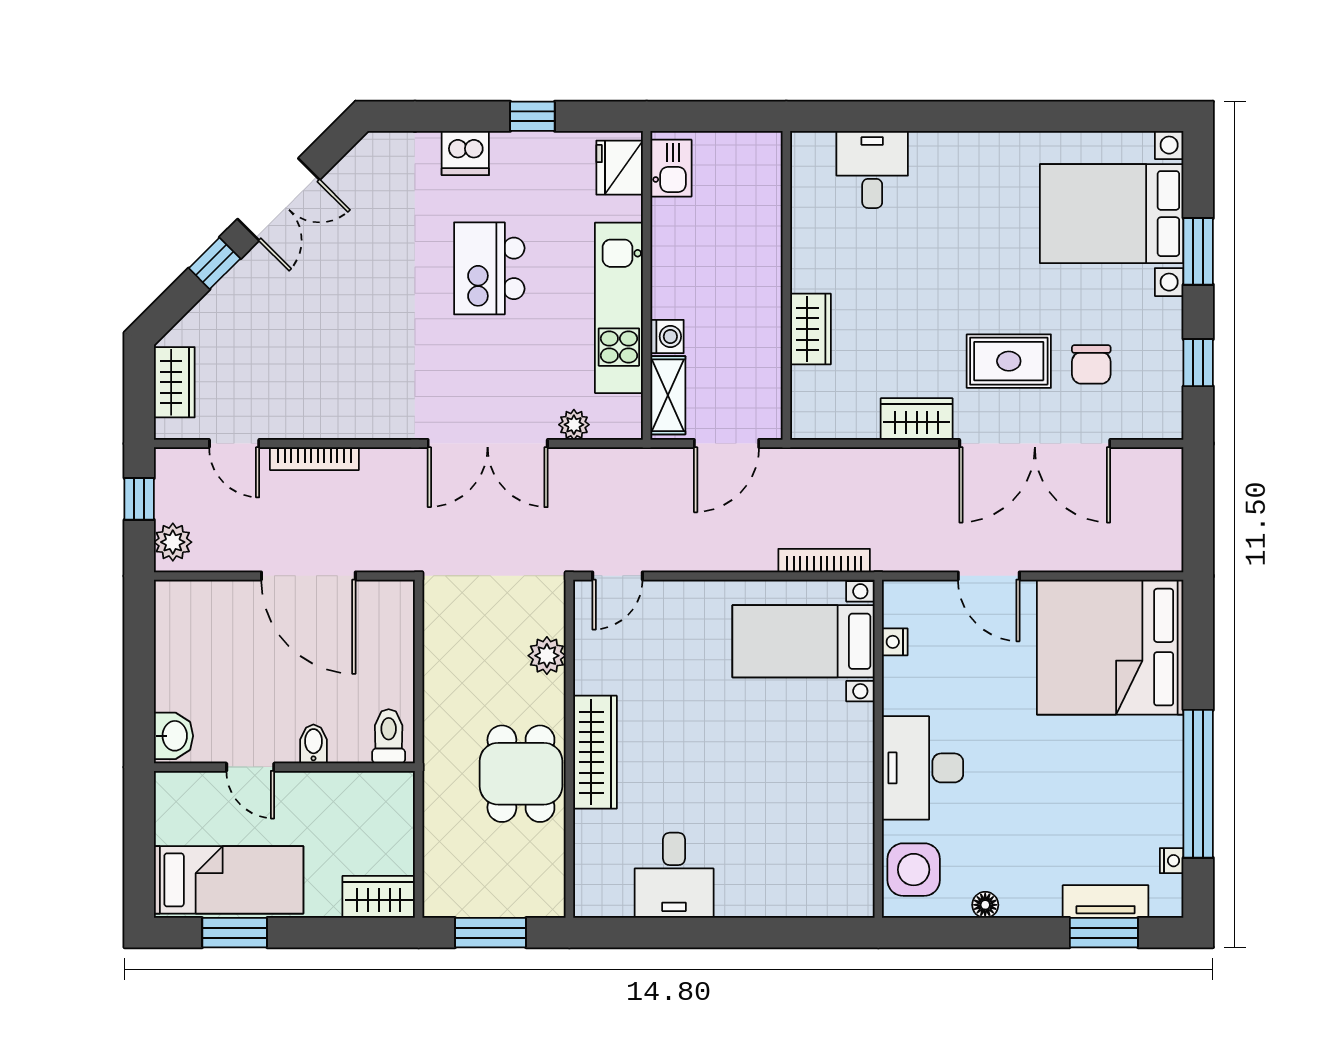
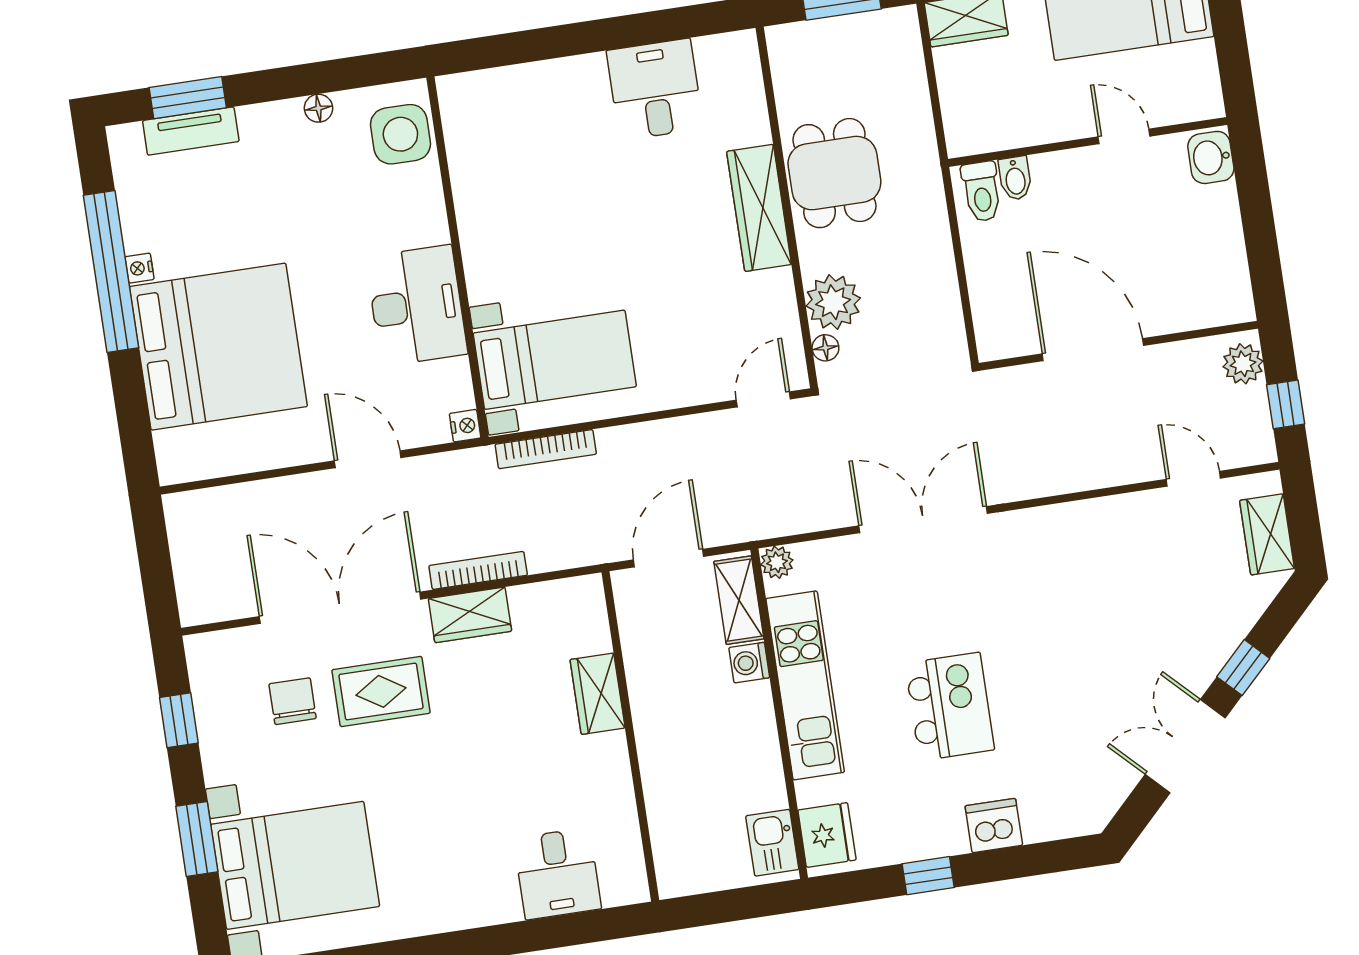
plant: (574, 425) -> (777, 562), moved
bookcase: (314, 459) -> (478, 570), moved
floor lamp: (553, 615) -> (825, 348), added
nightstand: (895, 642) -> (465, 426), moved
bed: (1110, 647) -> (218, 347), moved
plant: (547, 656) -> (833, 302), width x1.36, depth x1.36
bidet: (313, 744) -> (1015, 178), moved
desk: (923, 768) -> (417, 306), moved
nightstand: (1172, 861) -> (139, 268), moved

